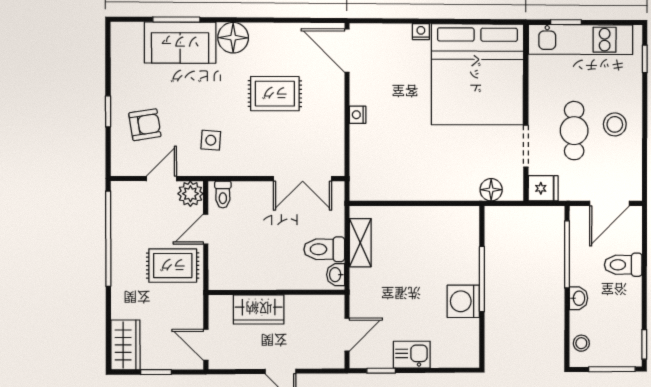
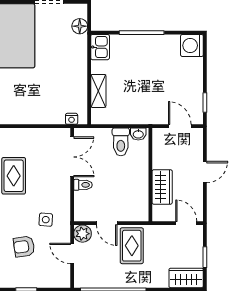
nightstand: (358, 115) -> (72, 119), moved
armchair: (145, 125) -> (24, 246), moved, turned -89
toilet: (223, 194) -> (83, 185), moved
shelving: (360, 243) -> (98, 91), moved, turned 90
washing machine: (463, 301) -> (192, 45), moved, turned 90
door: (206, 345) -> (186, 223), swing flipped
kitchen sink: (412, 355) -> (100, 47), moved, turned 180

